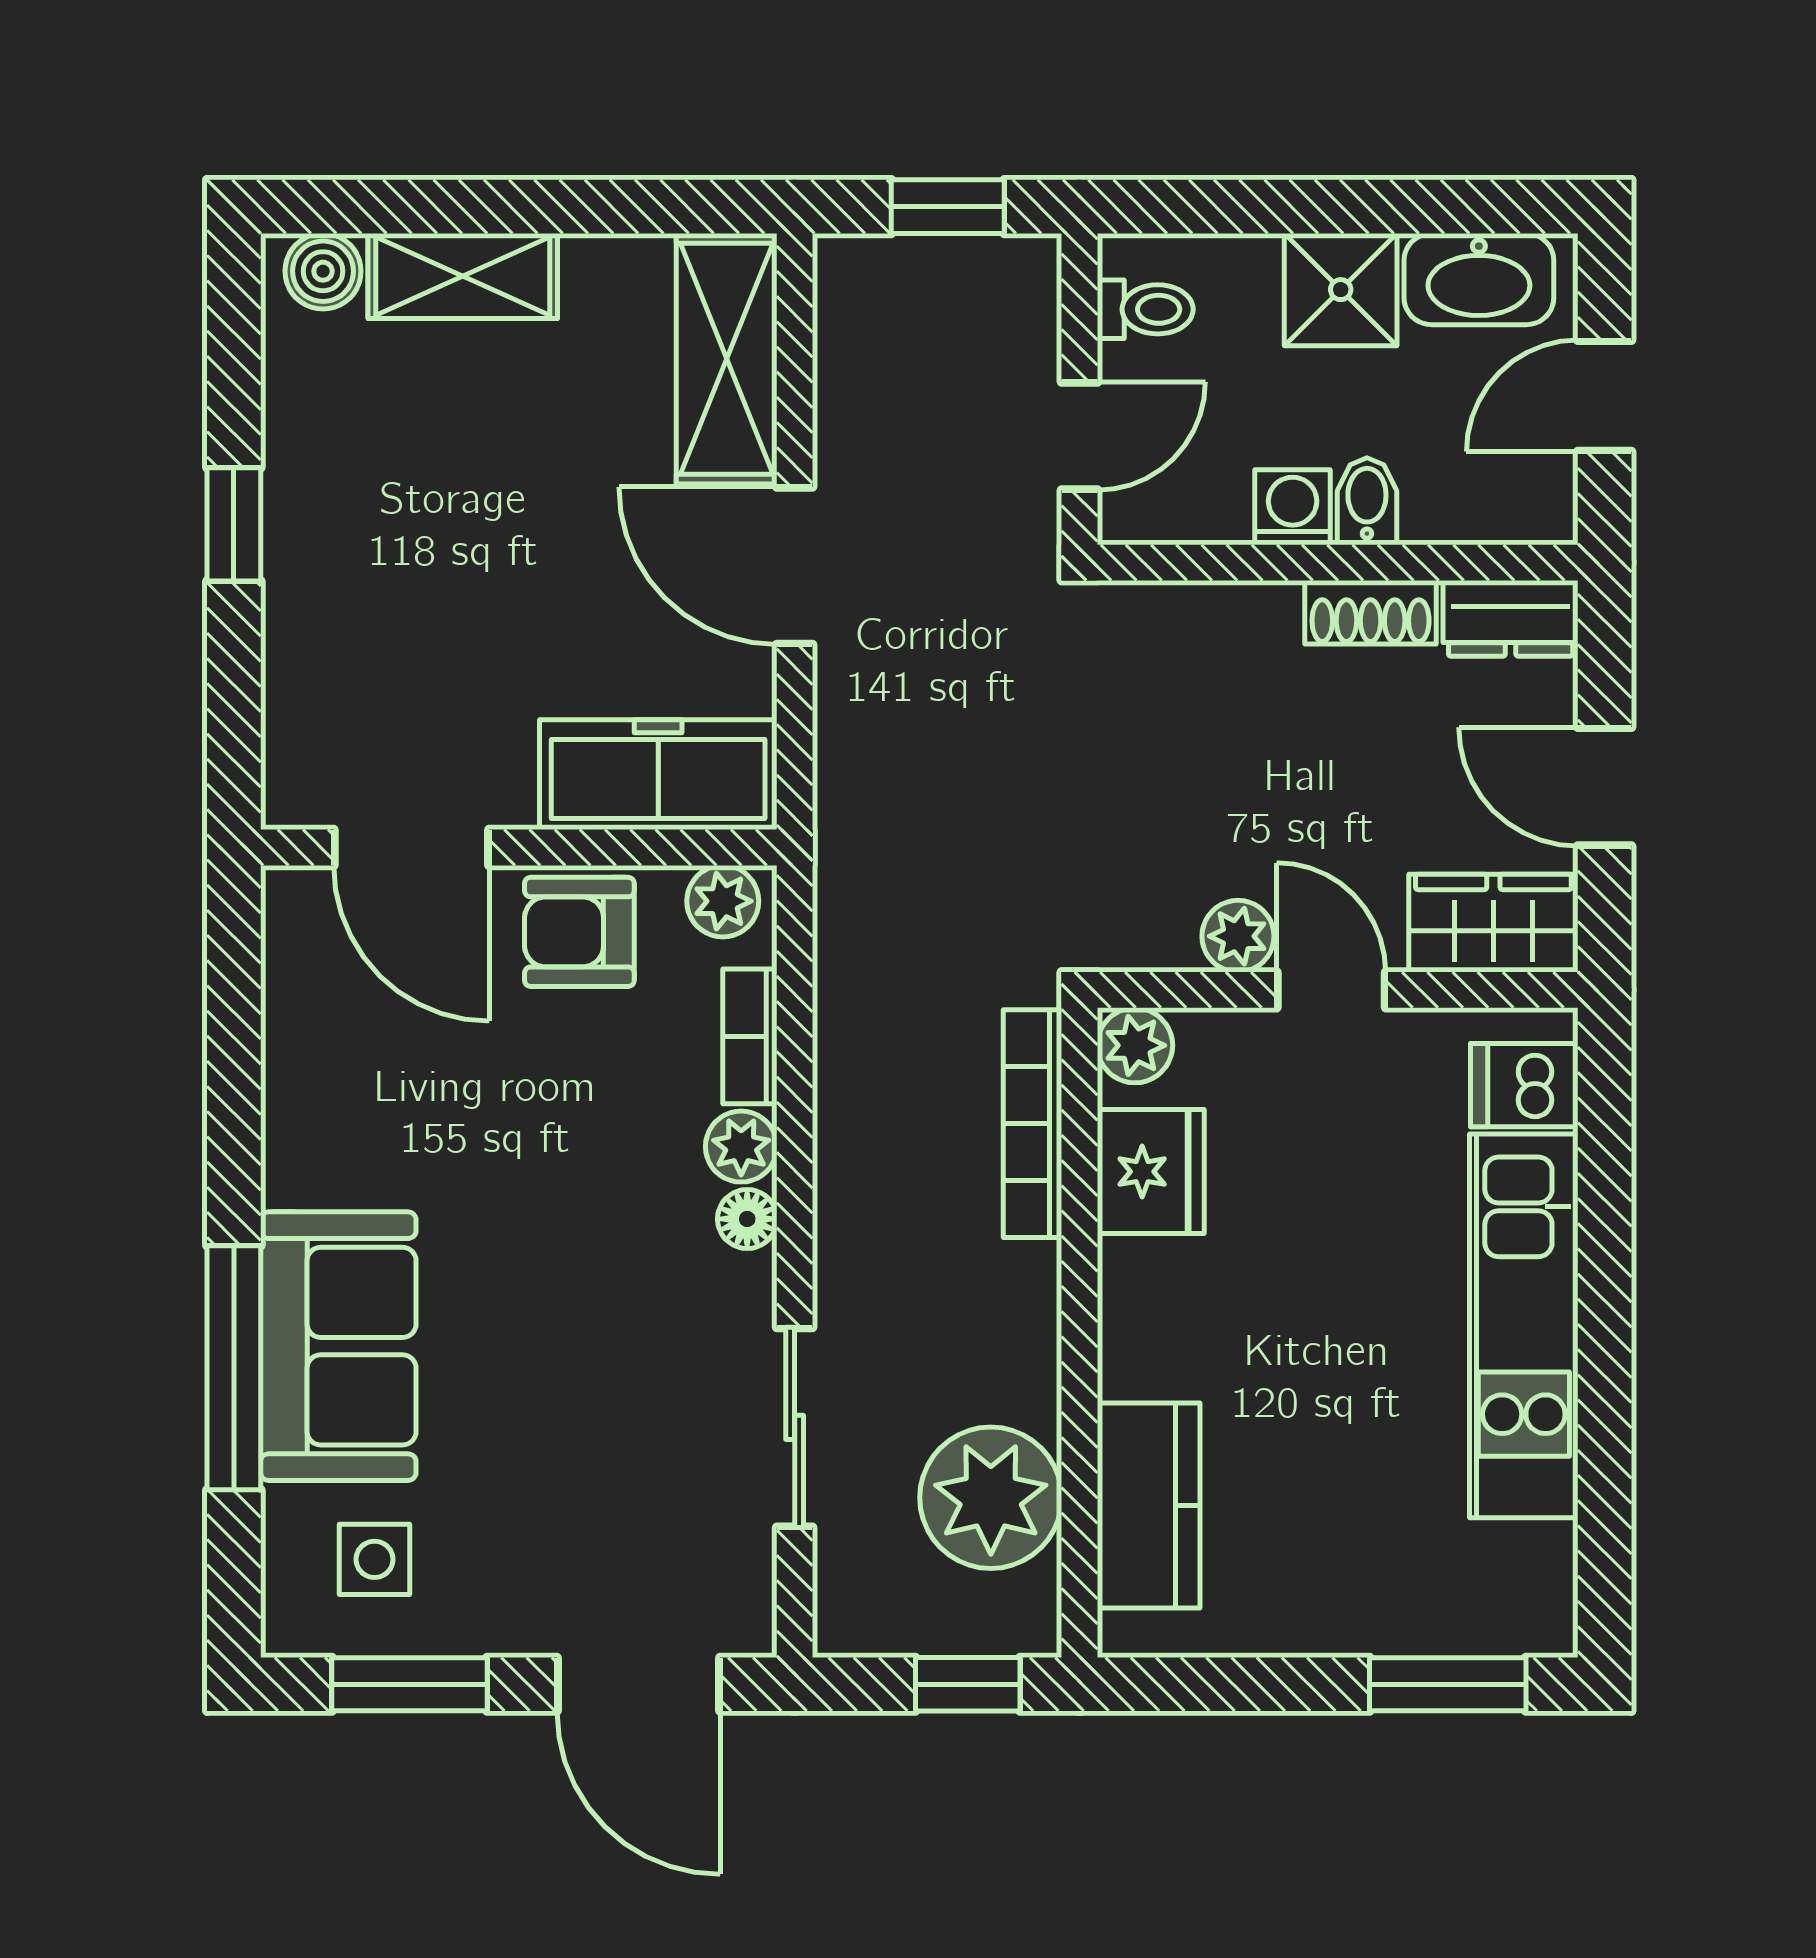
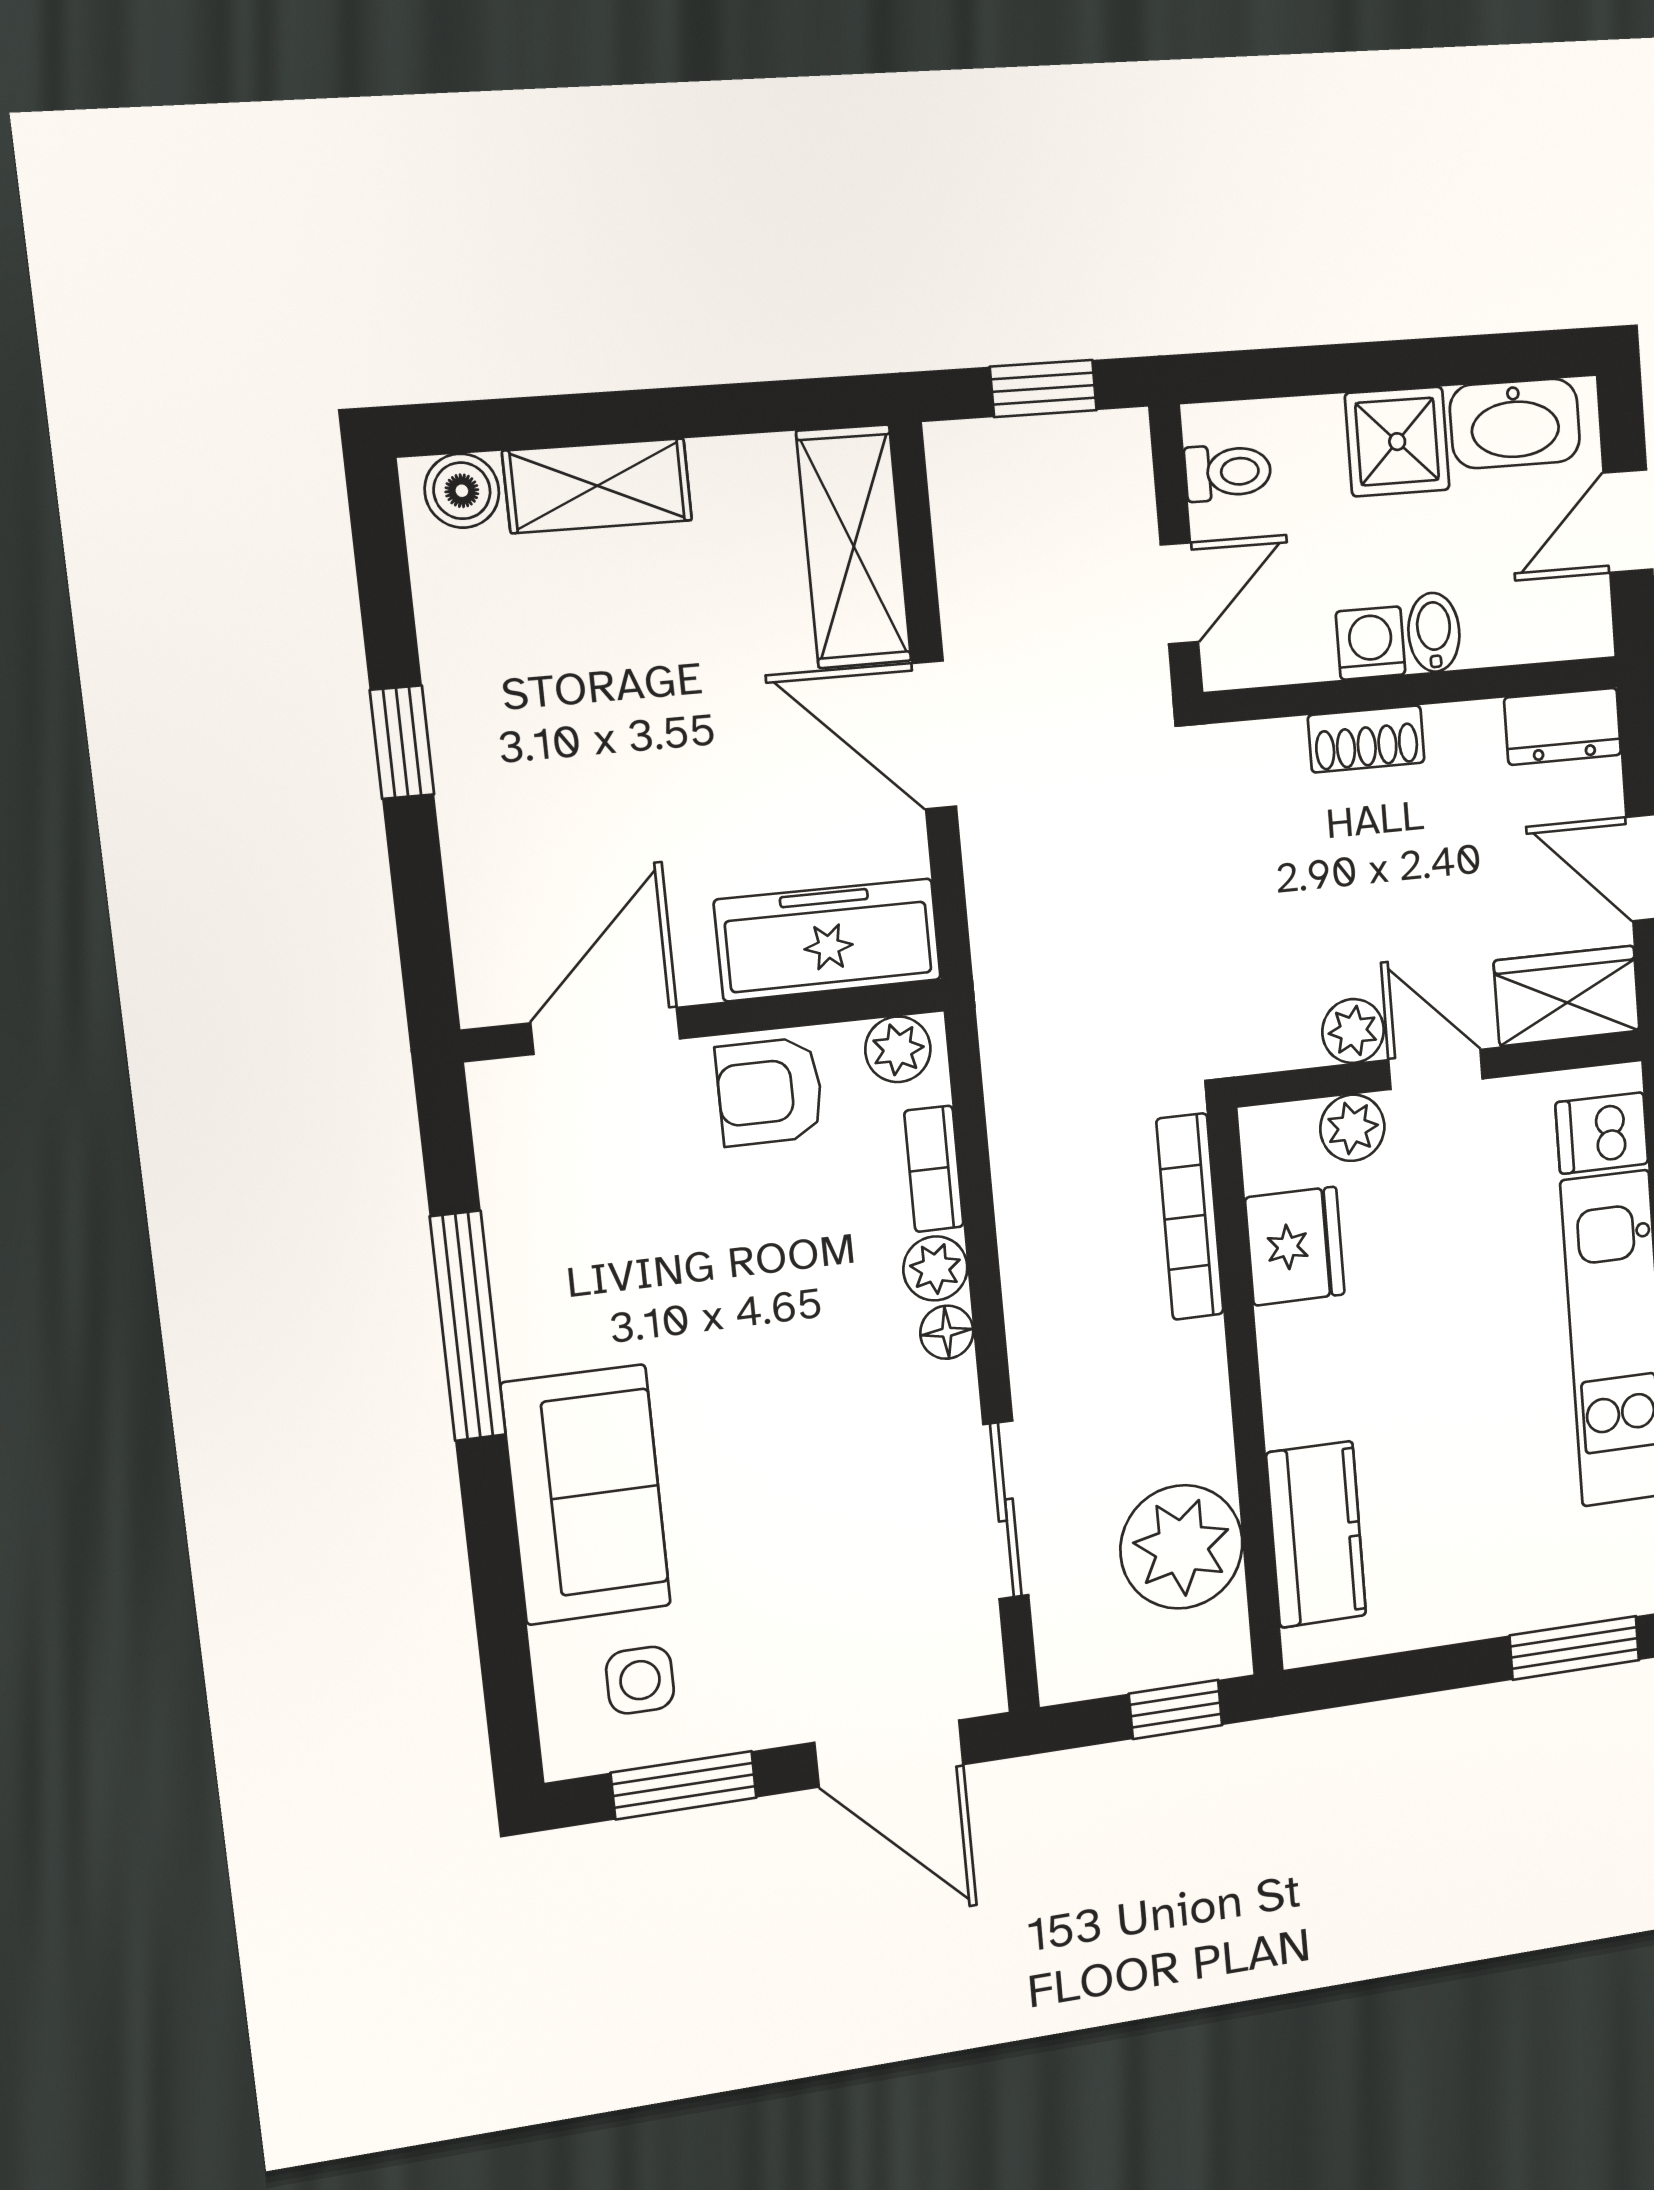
shoe rack: (1371, 612) -> (1366, 739), moved
door: (411, 848) -> (605, 1031), swing flipped
plant: (1135, 1045) -> (1352, 1128), moved
window: (234, 1368) -> (468, 1326), moved

